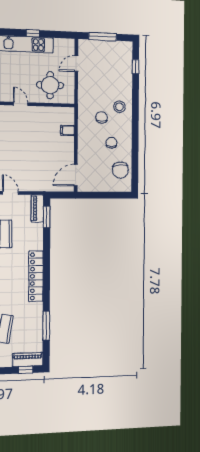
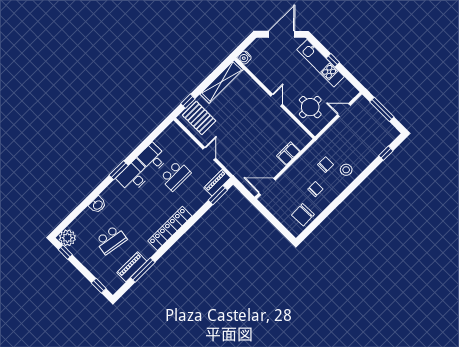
filing cabinet: (67, 130) -> (288, 154), width x2.00
piano: (28, 359) -> (132, 267), moved, turned -90

